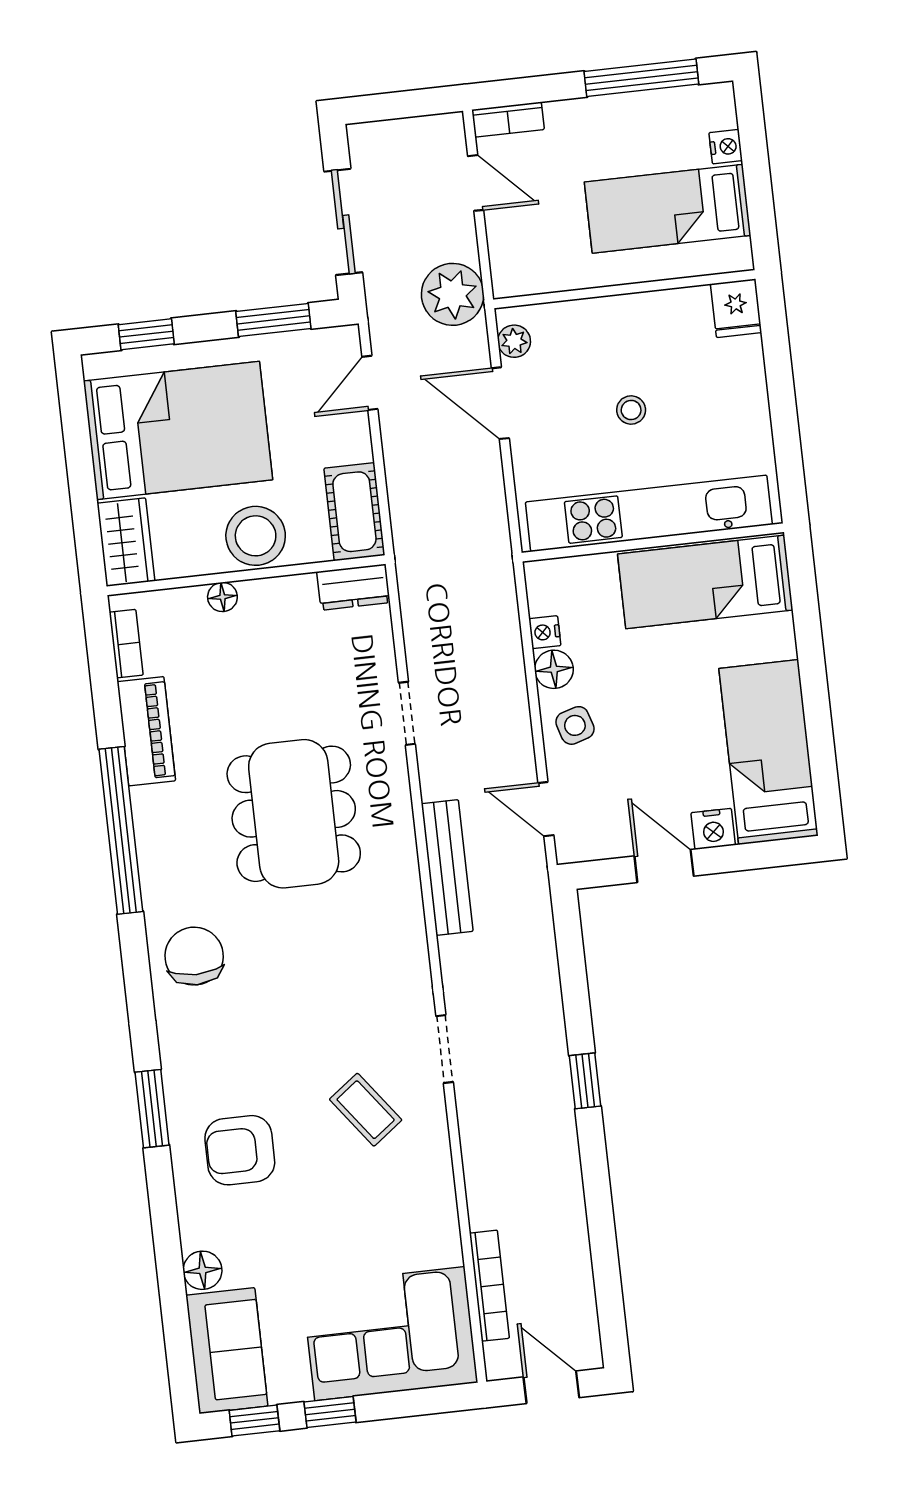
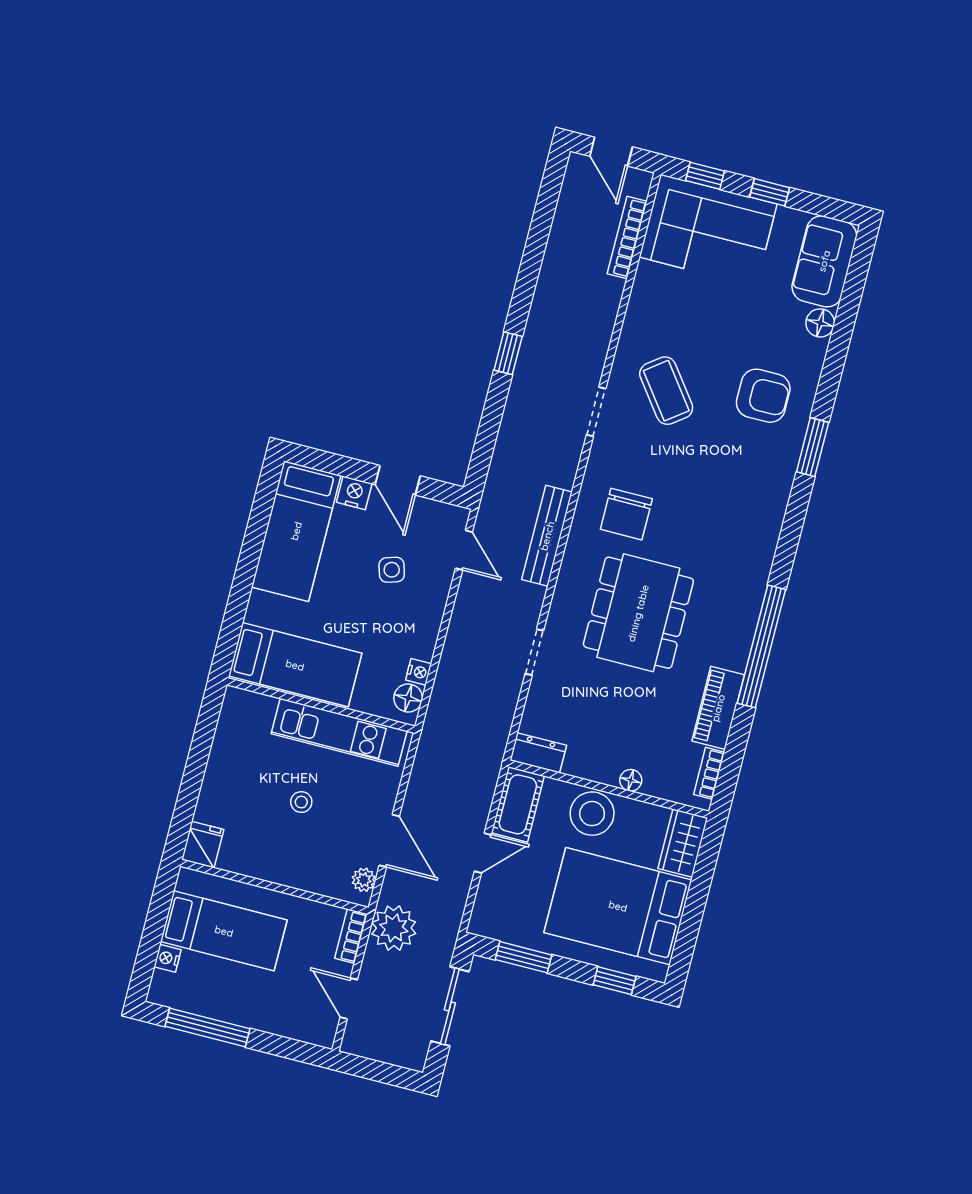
bookcase: (508, 120) -> (351, 936), moved, turned -90
door: (370, 383) -> (483, 853), moved
kitchen unit: (649, 513) -> (339, 732), width x0.73
floor lamp: (554, 669) -> (408, 698), moved
side table: (575, 725) -> (392, 570), moved
chair: (194, 956) -> (626, 514), moved
coffee table: (366, 1110) -> (666, 391), width x1.36, depth x1.30
window: (254, 1421) -> (705, 176), moved

